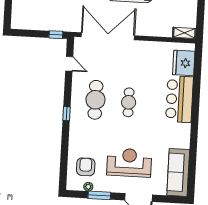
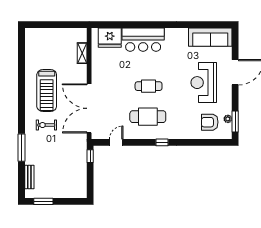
shelving: (184, 33) -> (82, 53), moved
window: (99, 195) -> (235, 121), moved

